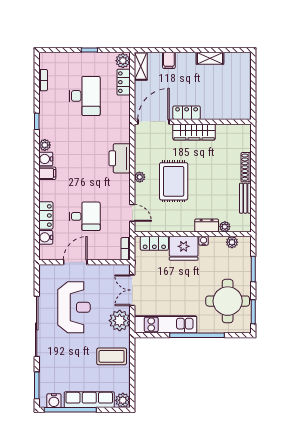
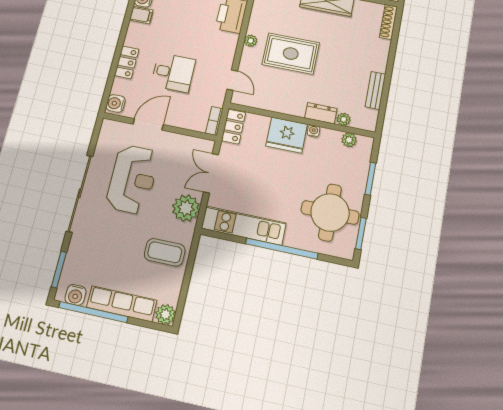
shoe rack: (246, 167) -> (388, 22), moved
rug: (174, 181) -> (291, 54), turned 90
water cooler: (46, 237) -> (116, 103), moved
locker: (154, 243) -> (234, 127), moved, turned -90

